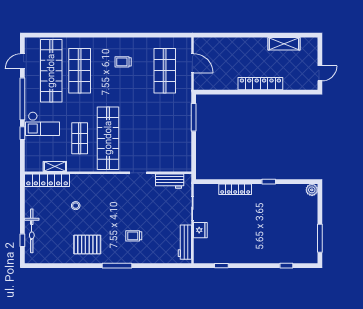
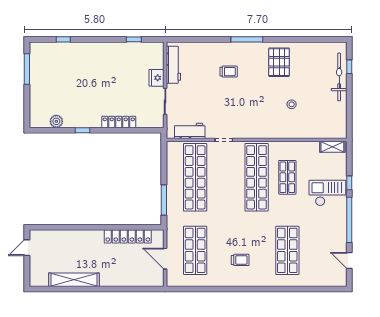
shelving: (284, 44) -> (74, 280), width x1.47
door: (22, 61) -> (349, 260), swing flipped
shop shelf: (51, 71) -> (195, 177), moved
locker: (260, 84) -> (128, 236), moved
shelving: (55, 166) -> (332, 147), moved
locker: (47, 180) -> (323, 132), removed
plant: (312, 190) -> (56, 121), moved
pallet: (87, 245) -> (279, 62), turned 90

